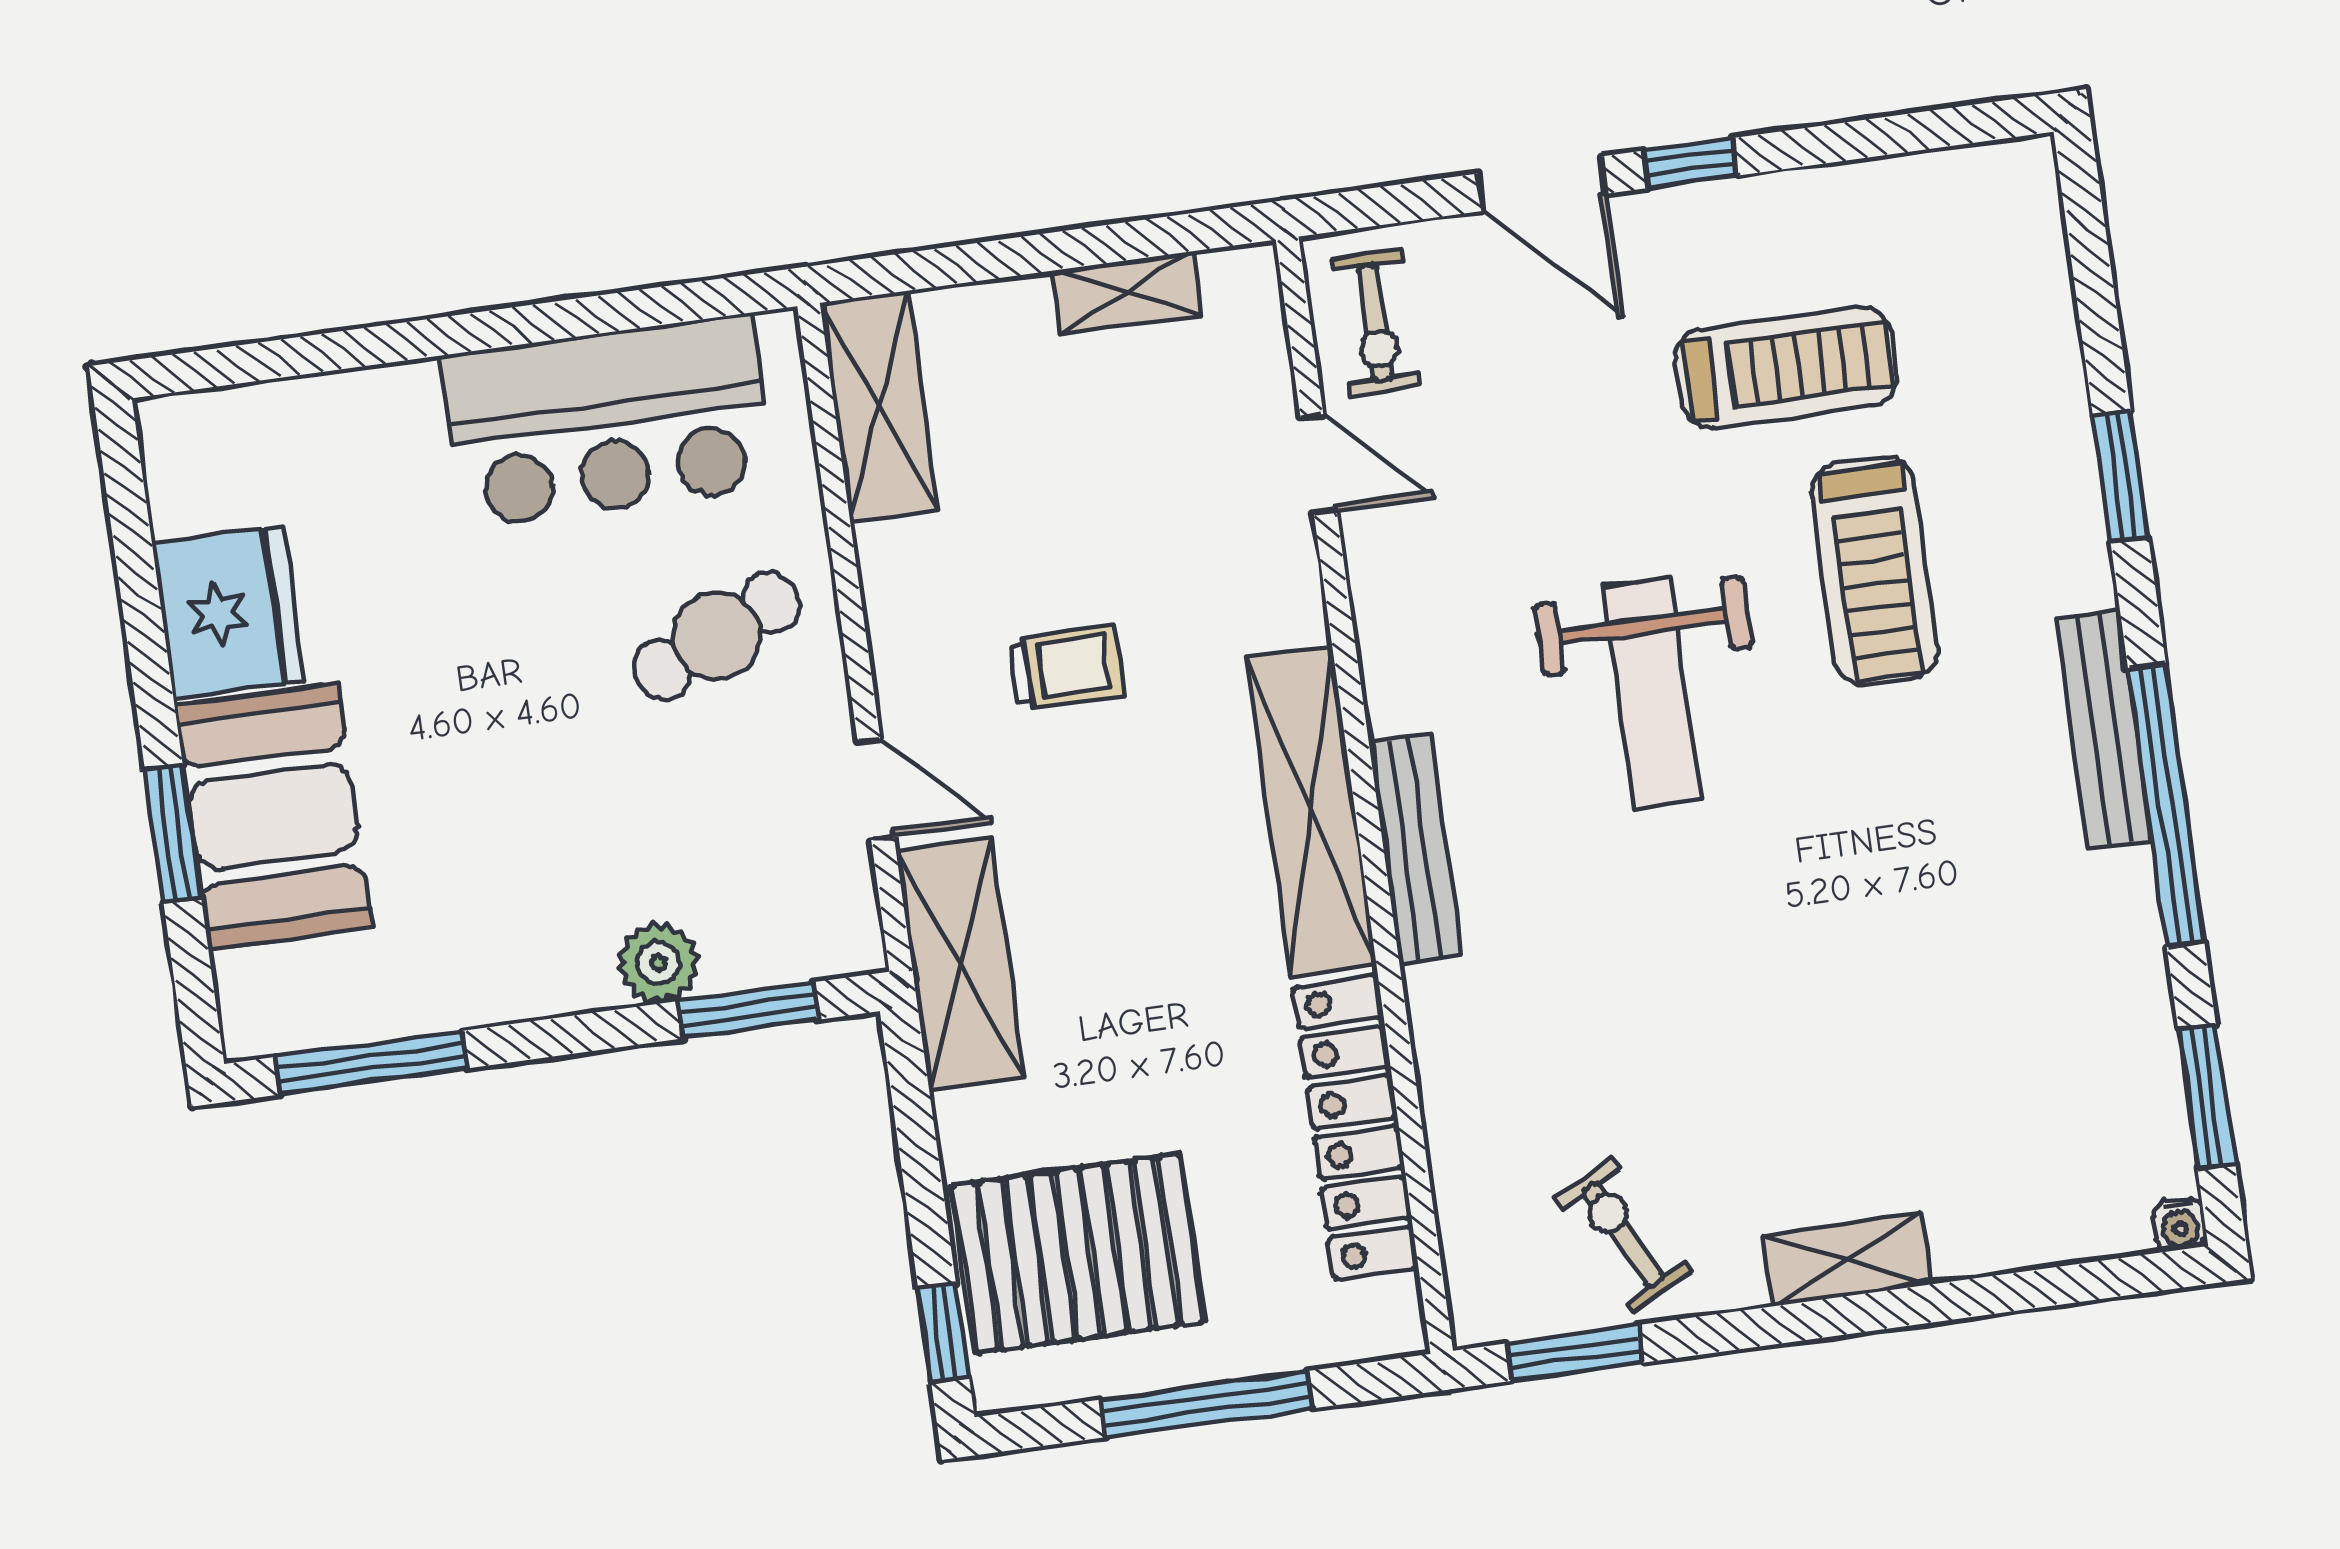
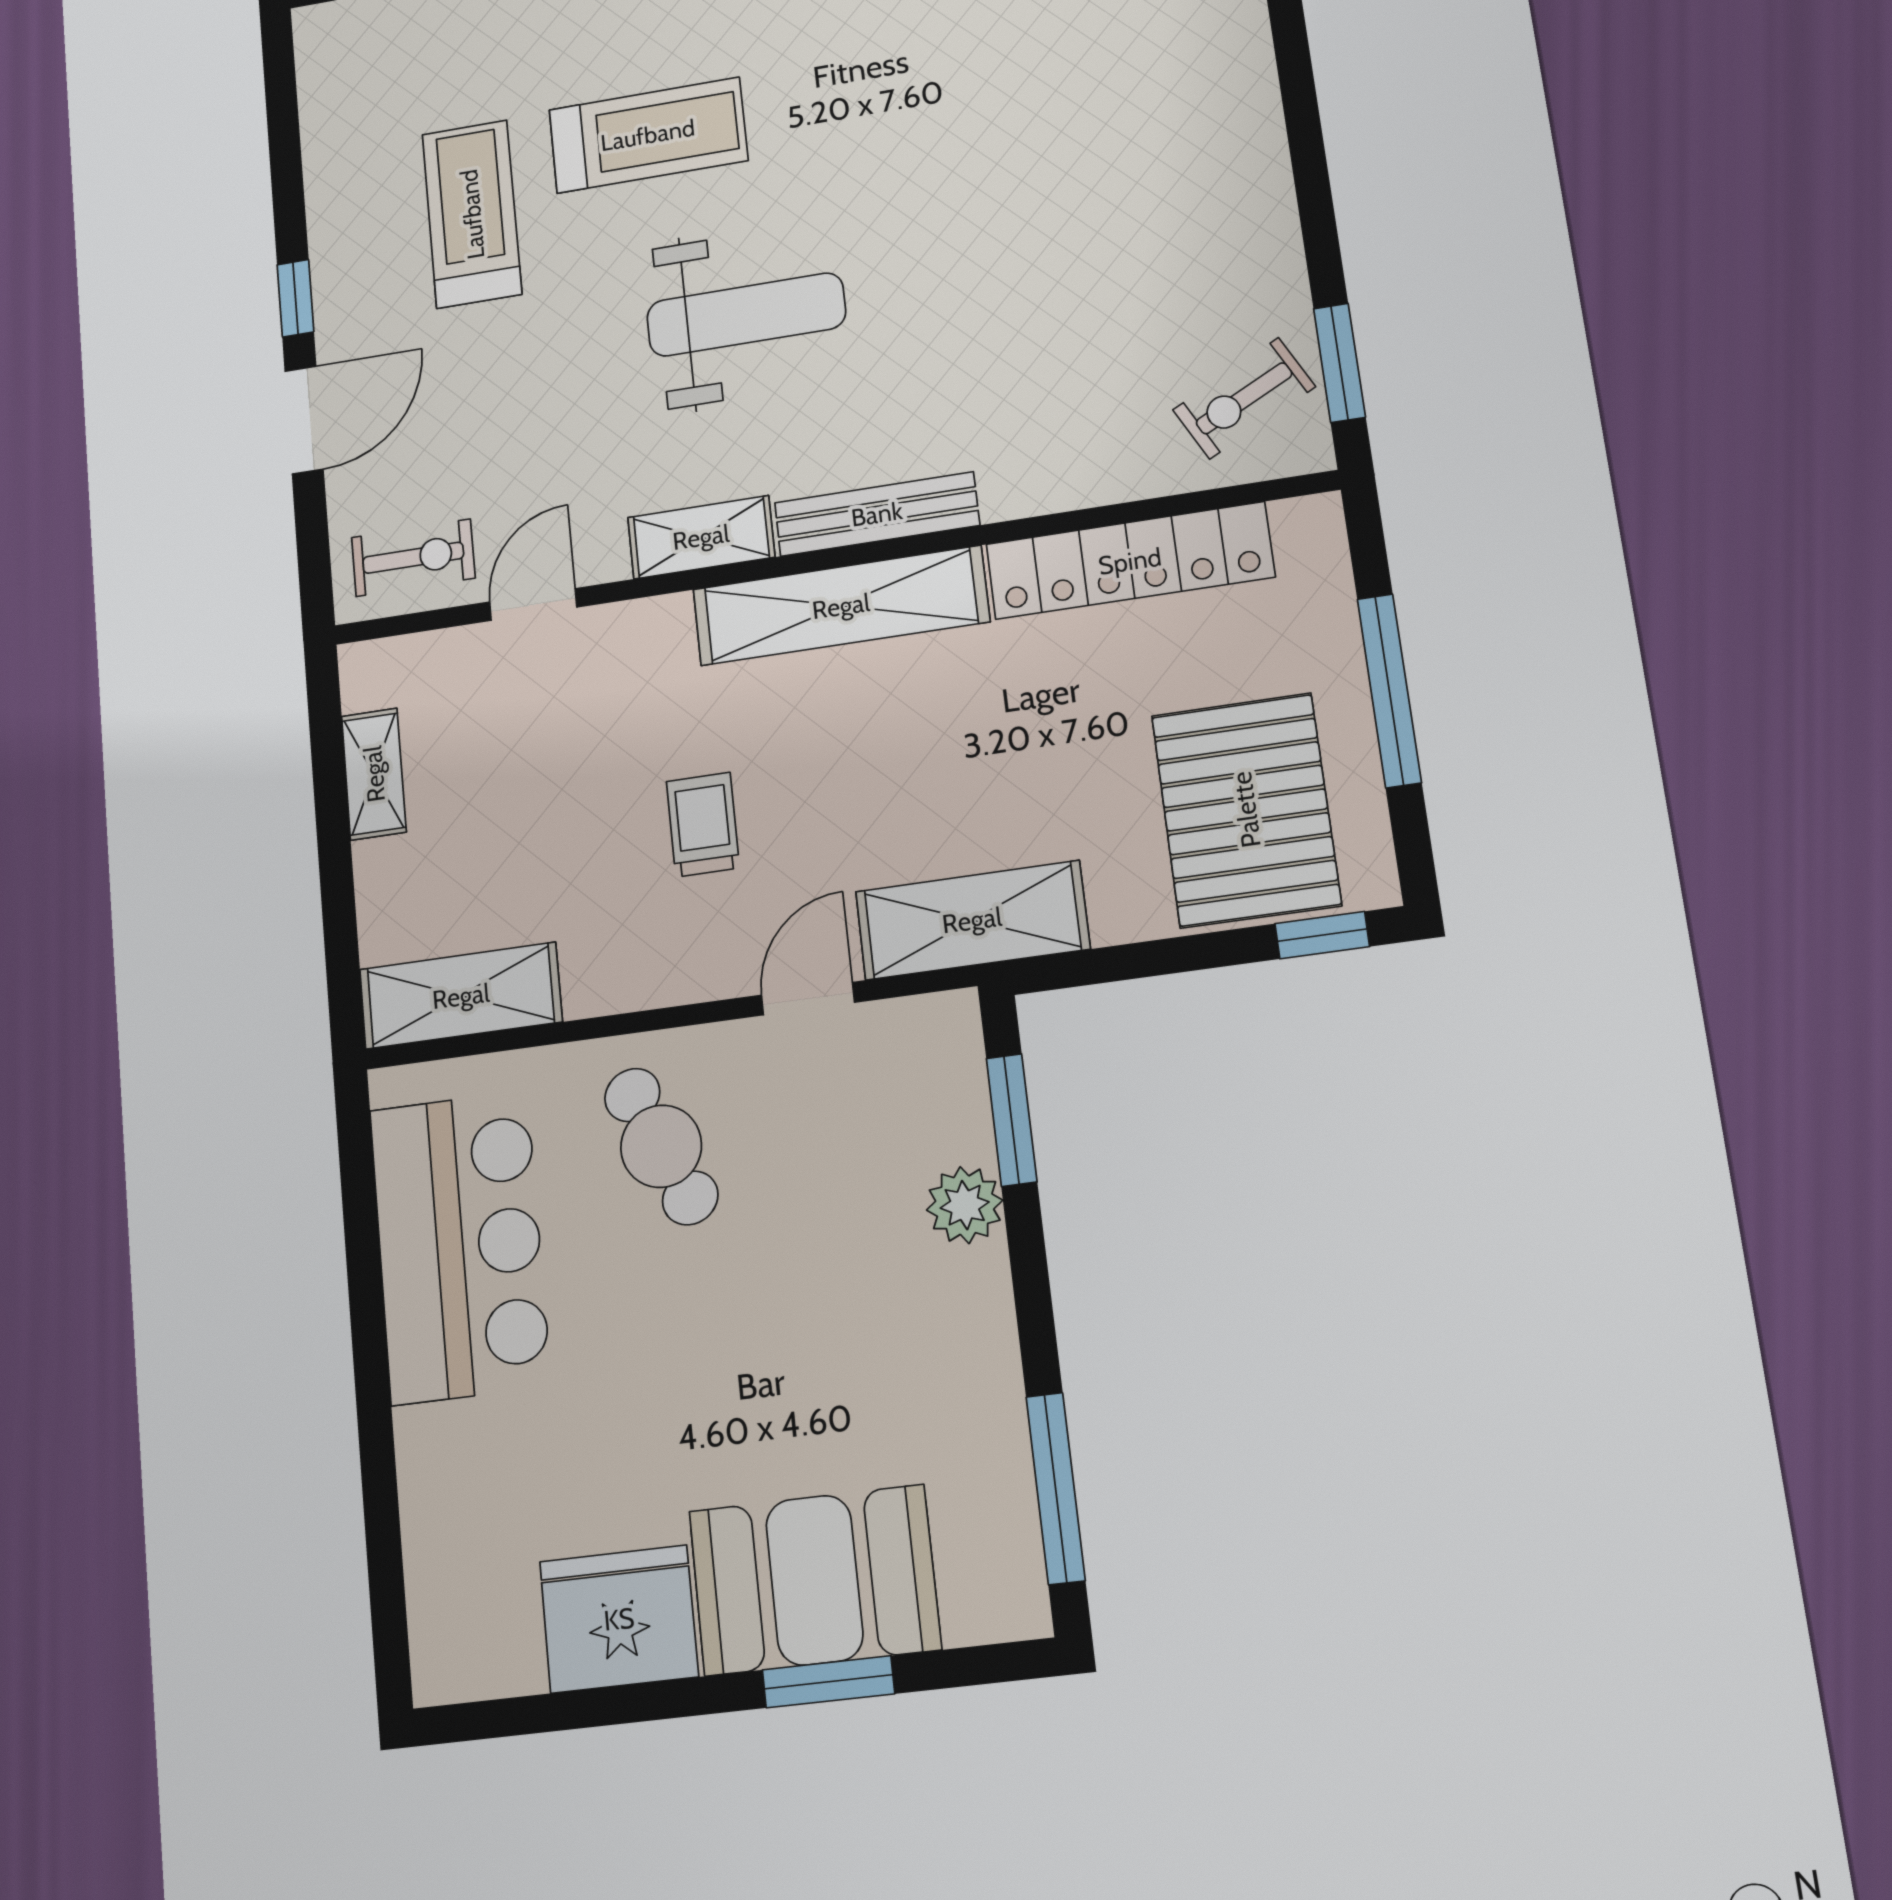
exercise bike: (1623, 1235) -> (1244, 398), moved
shelving: (1847, 1260) -> (701, 537), moved, turned 90

